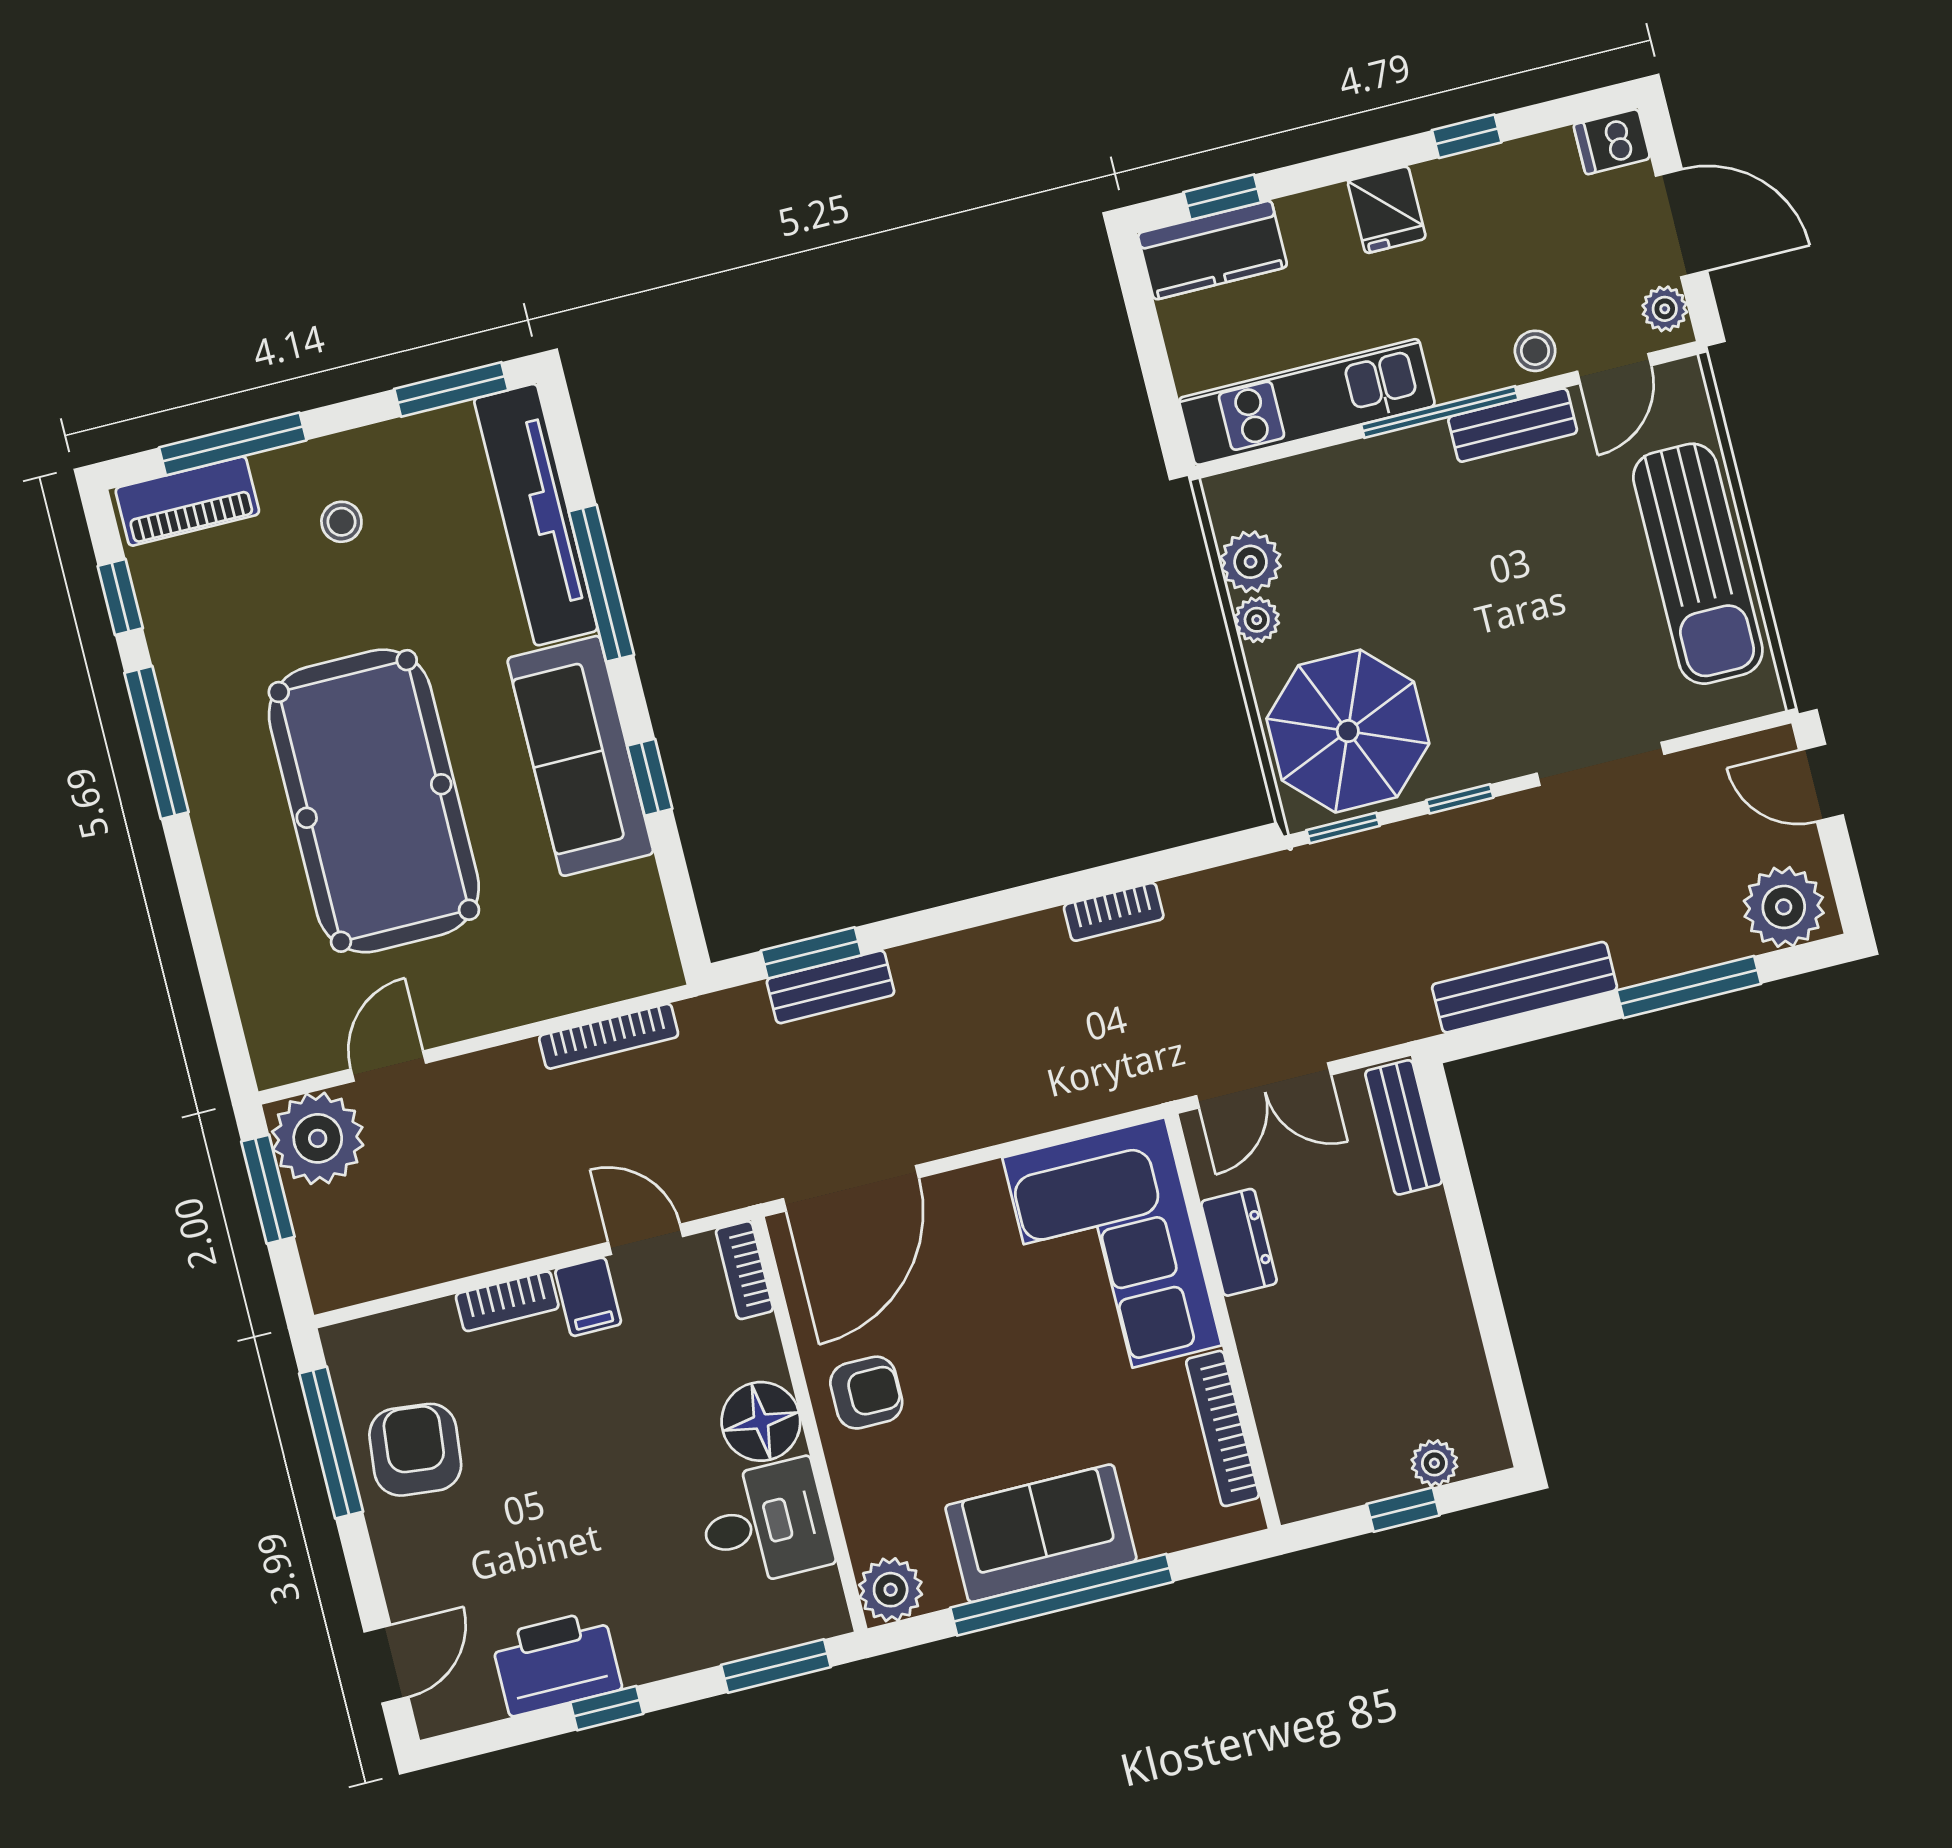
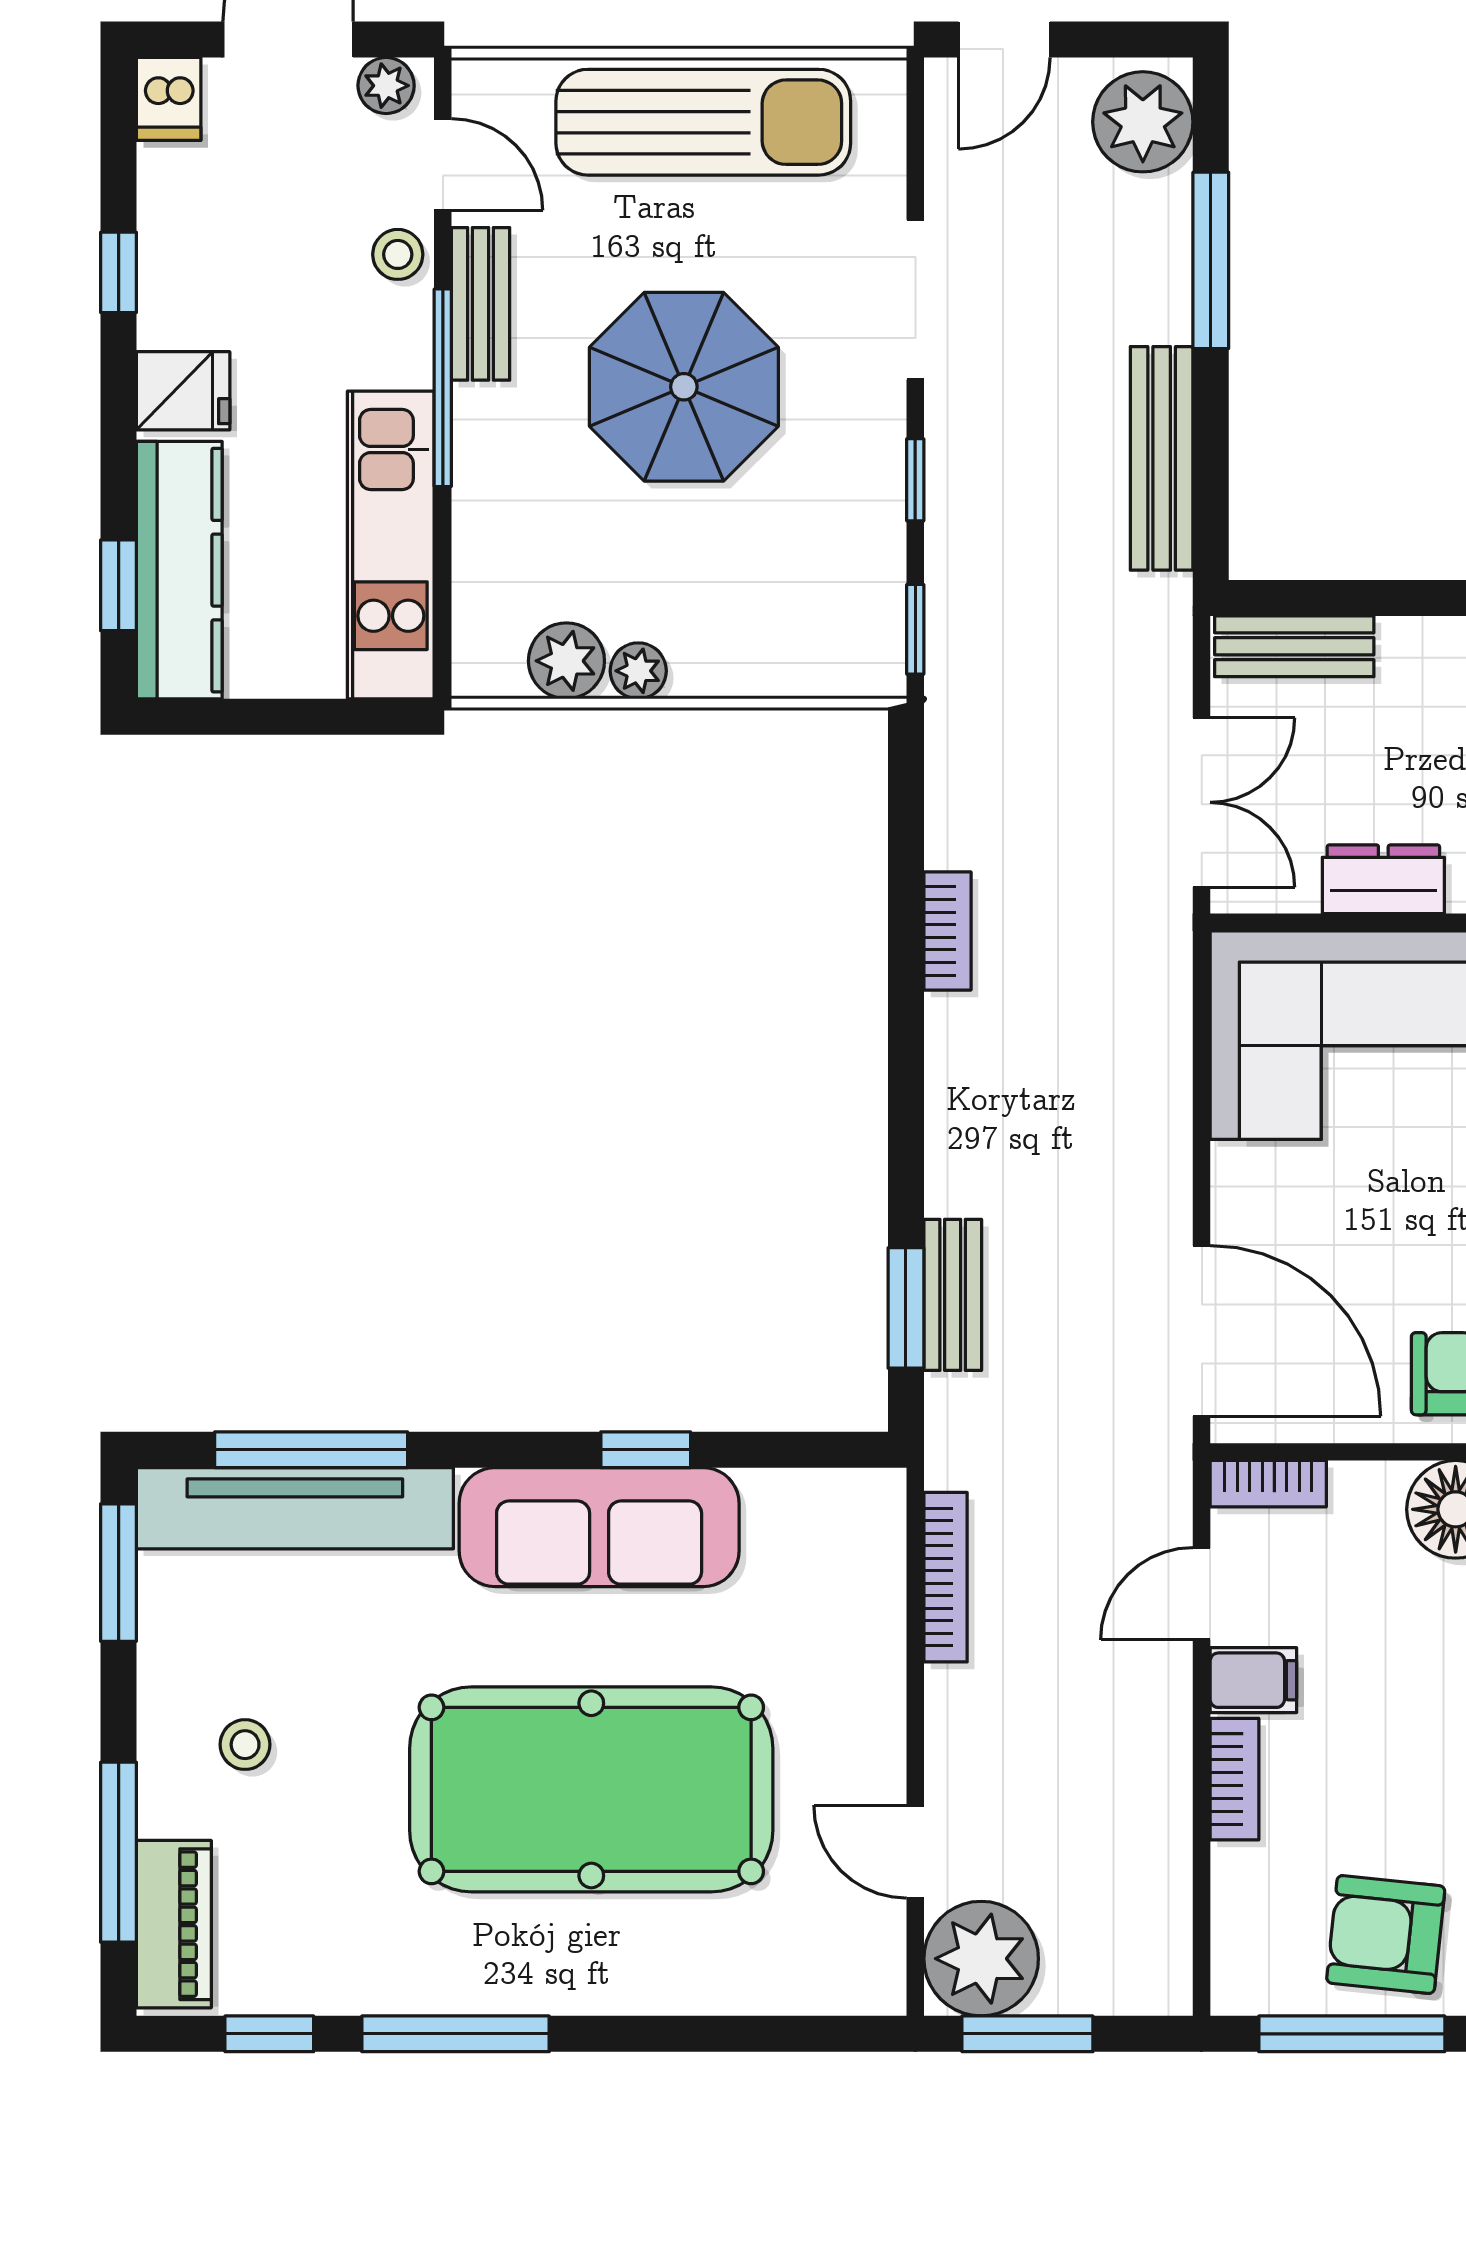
kitchen counter: (1212, 250) -> (179, 570), width x1.50
window: (601, 583) -> (311, 1450), moved
parasol: (1348, 731) -> (684, 387), moved

